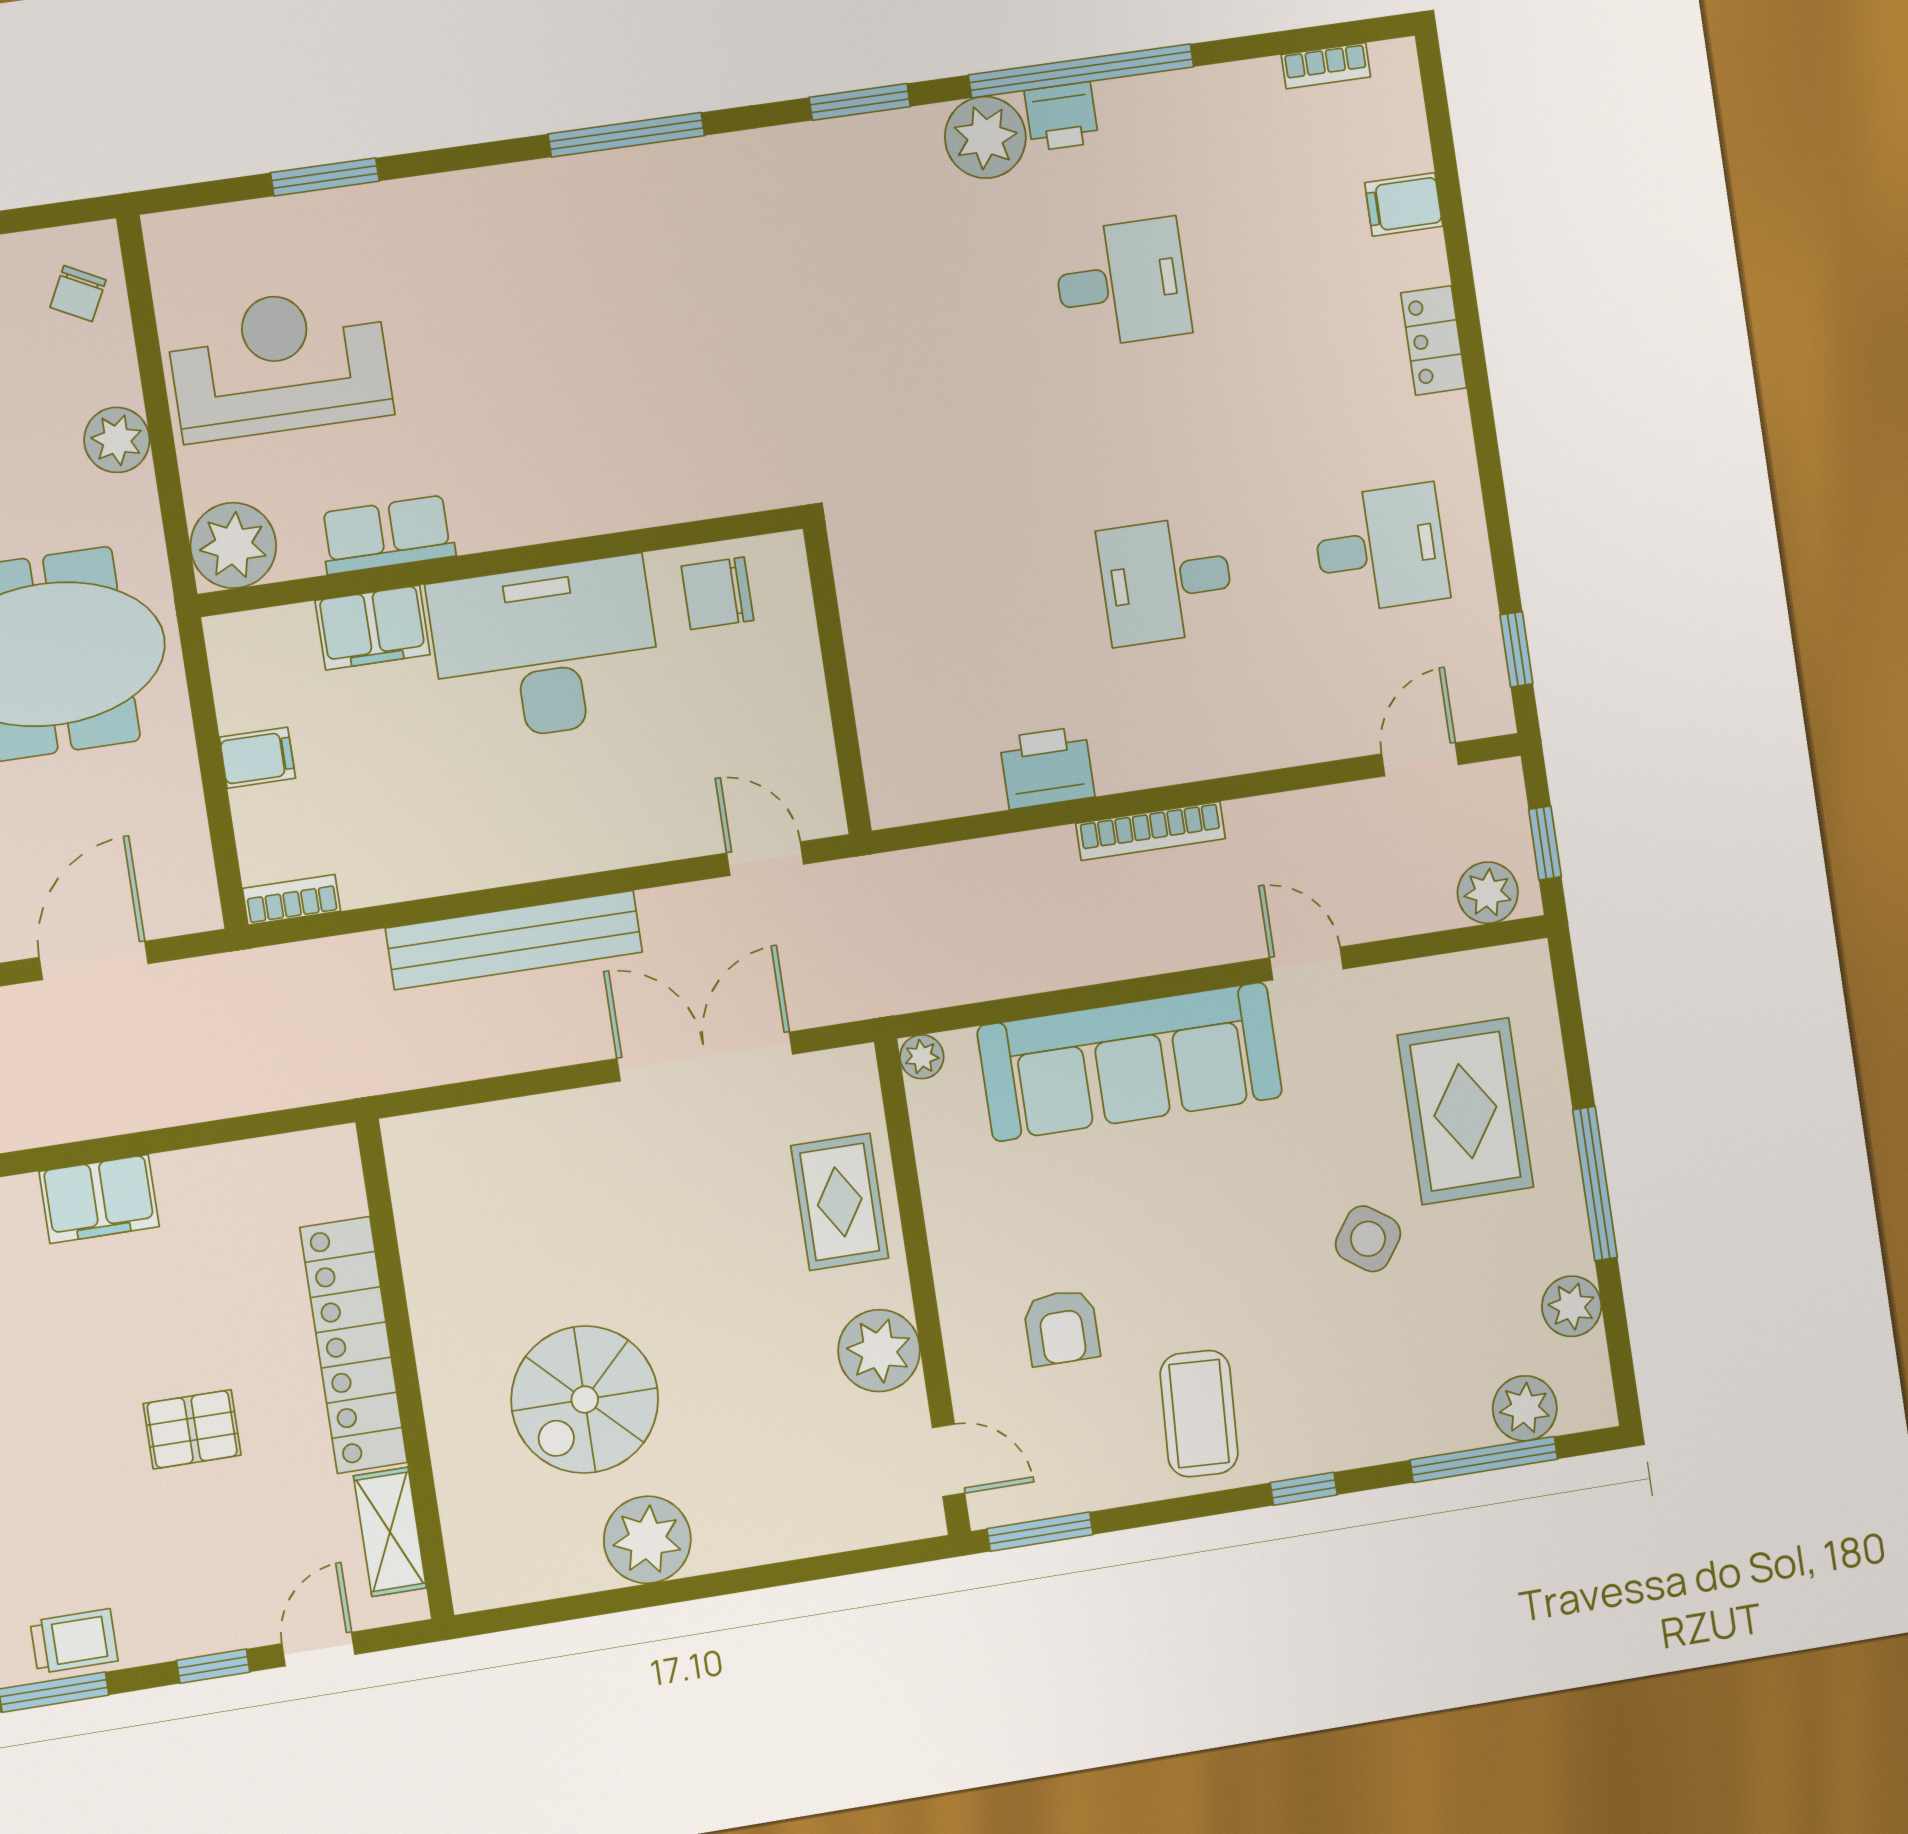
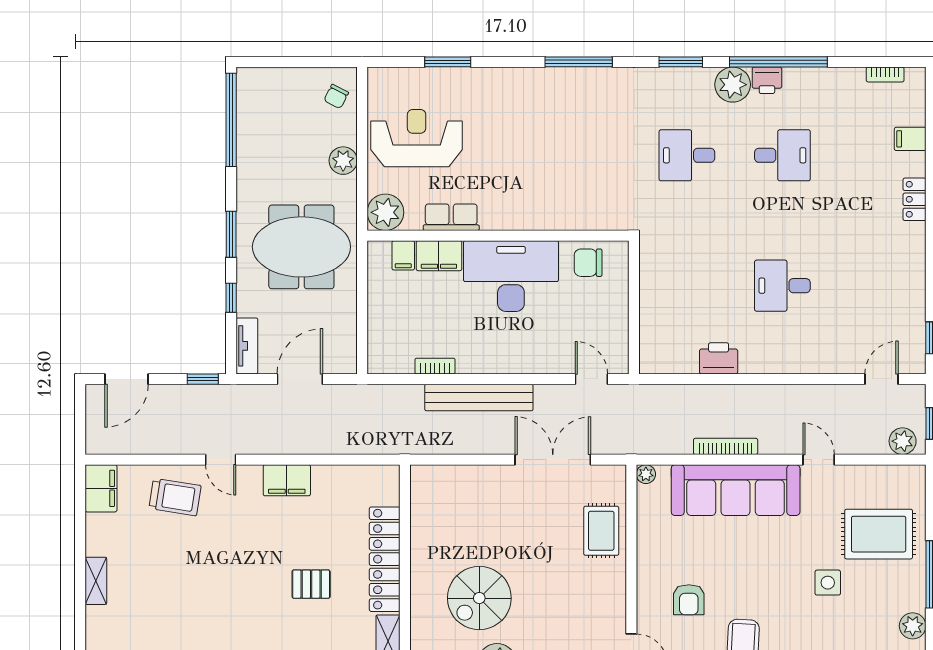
desk: (1381, 549) -> (687, 155), moved, turned 180
filing cabinet: (257, 758) -> (403, 255), moved, turned 90
bookcase: (1151, 831) -> (726, 446), moved, turned 180
bookcase: (291, 900) -> (435, 366), moved
rug: (1465, 1111) -> (879, 534), turned 90
side table: (1368, 1239) -> (828, 583), turned -35
plant: (879, 1351) -> (609, 597), removed

